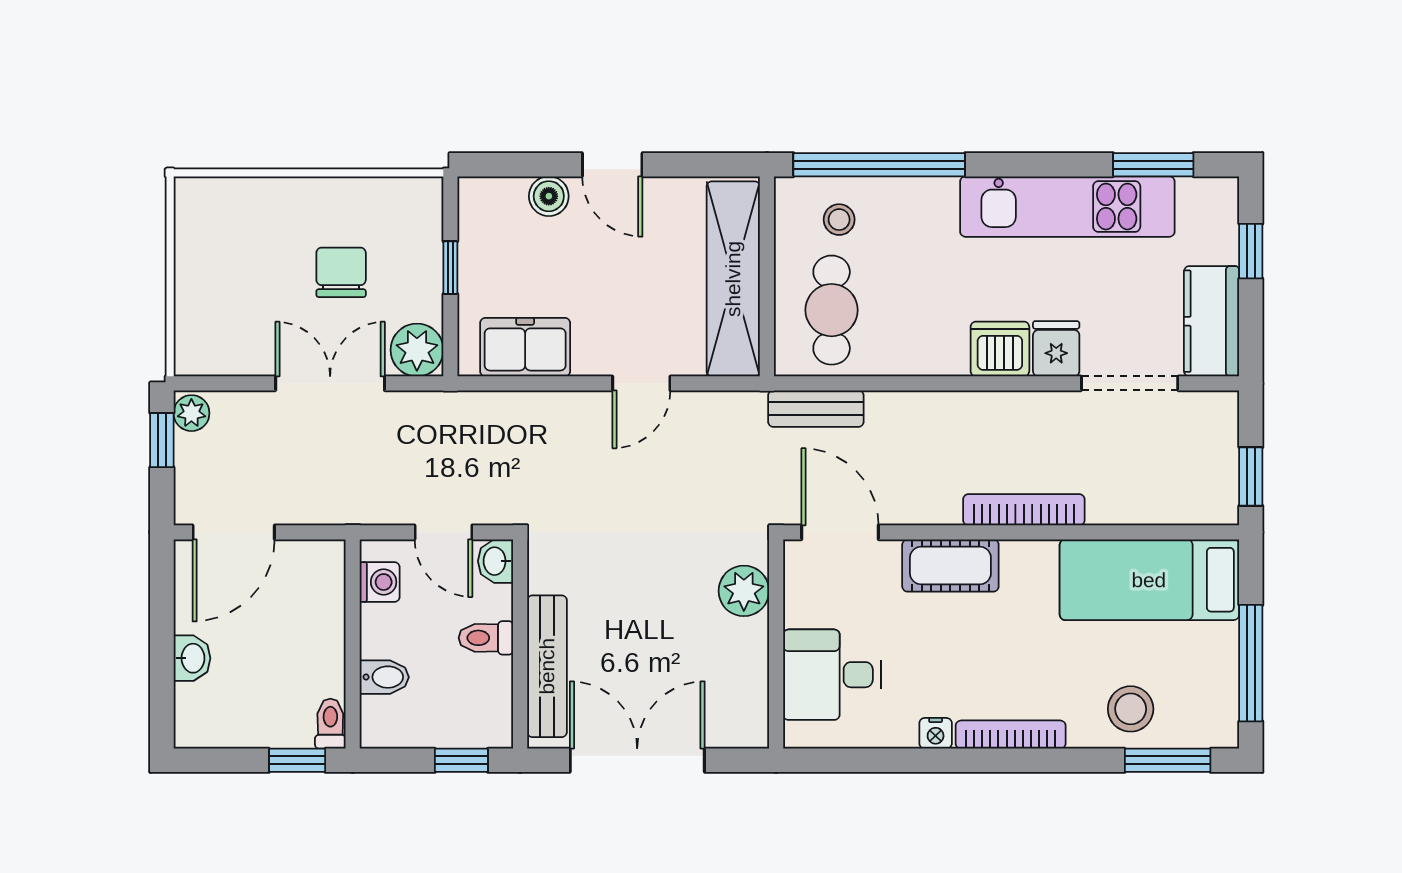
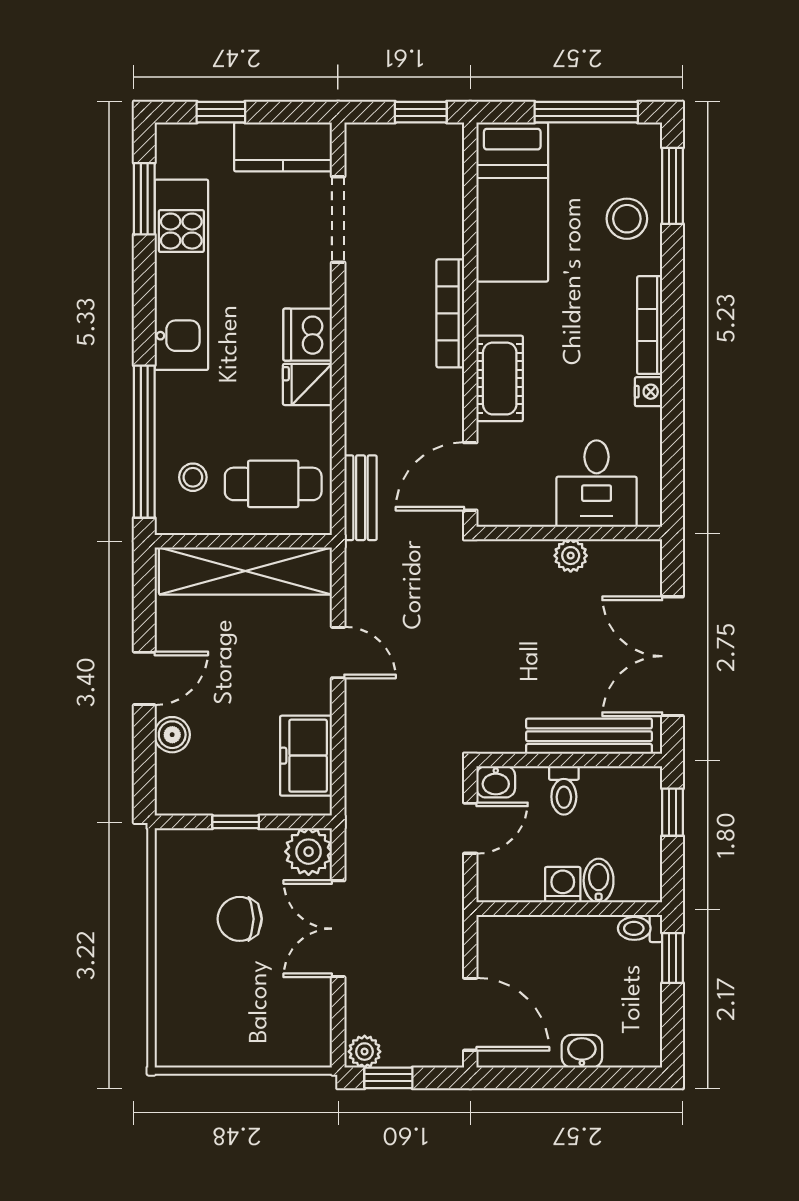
fridge: (1056, 349) -> (307, 384), moved
washing machine: (380, 582) -> (563, 885), moved
plant: (744, 591) -> (571, 556), moved, width x0.73, depth x0.73

